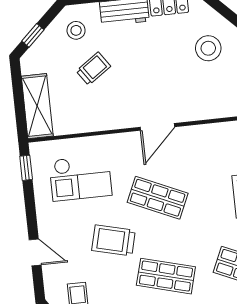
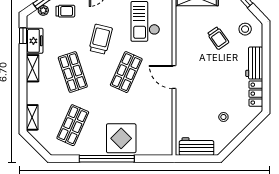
stool: (208, 48) -> (223, 117), width x0.53, depth x0.53
shop shelf: (166, 276) -> (73, 72), turned -33

